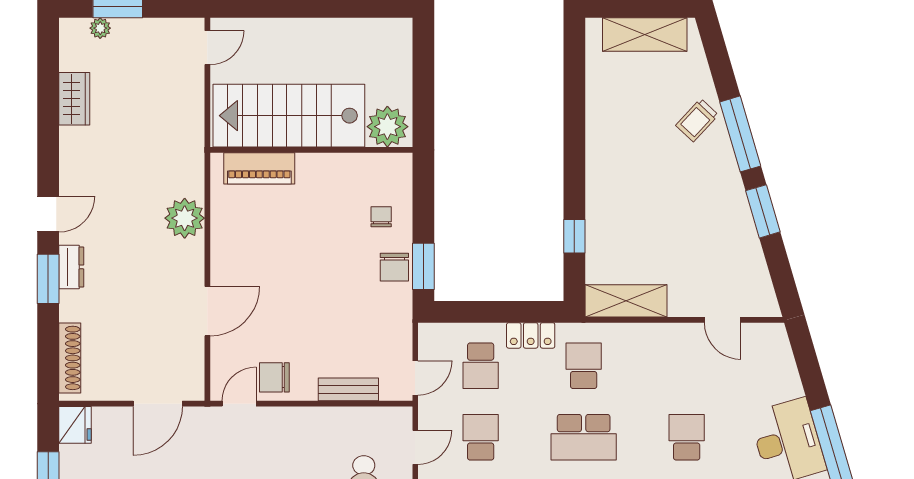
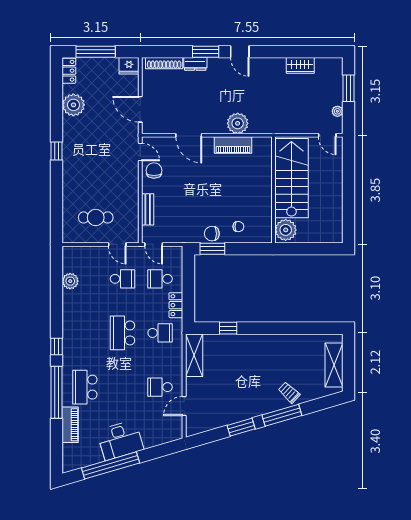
plant: (100, 28) -> (337, 111), moved
piano: (259, 168) -> (233, 145), moved, turned -90
dresser: (71, 267) -> (195, 64), moved
school desk: (687, 437) -> (160, 387), moved, turned 180

